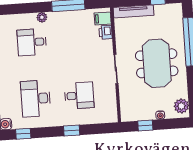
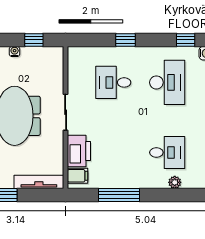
plant: (42, 17) -> (175, 182), moved
printer: (106, 32) -> (79, 151), width x1.87, depth x1.48

